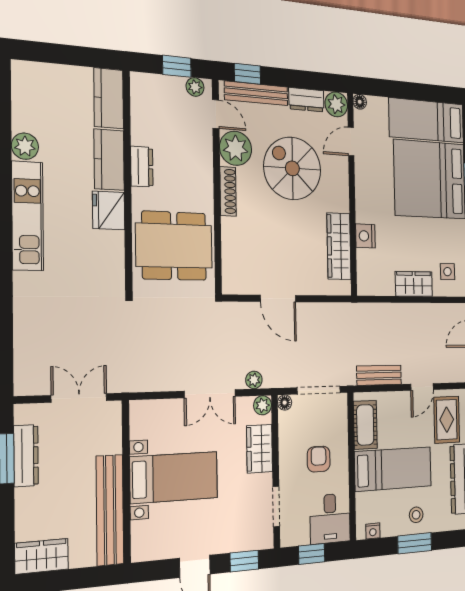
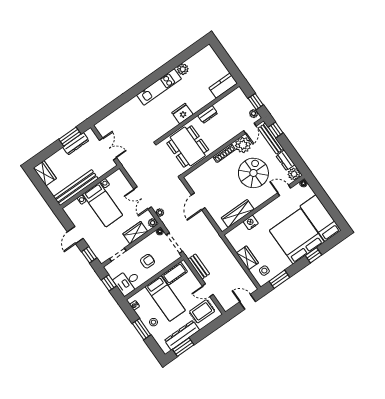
kitchen counter: (109, 160) -> (201, 101), removed

